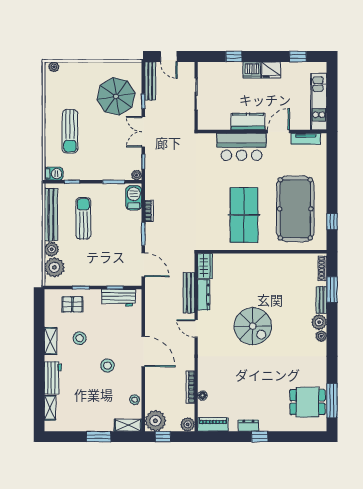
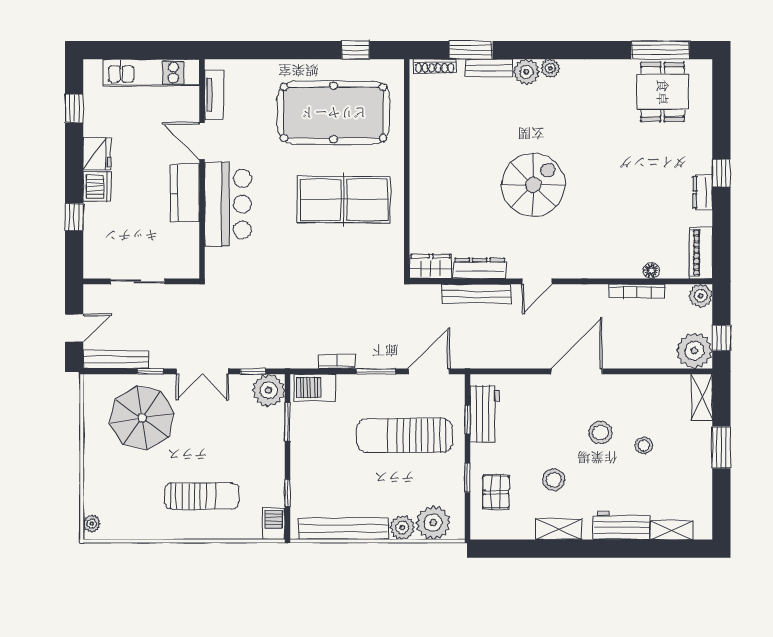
plant: (137, 175) -> (268, 390), width x1.87, depth x1.87
sun lounger: (83, 218) -> (405, 435), moved, width x1.36, depth x1.34
stool: (135, 400) -> (644, 445), moved

